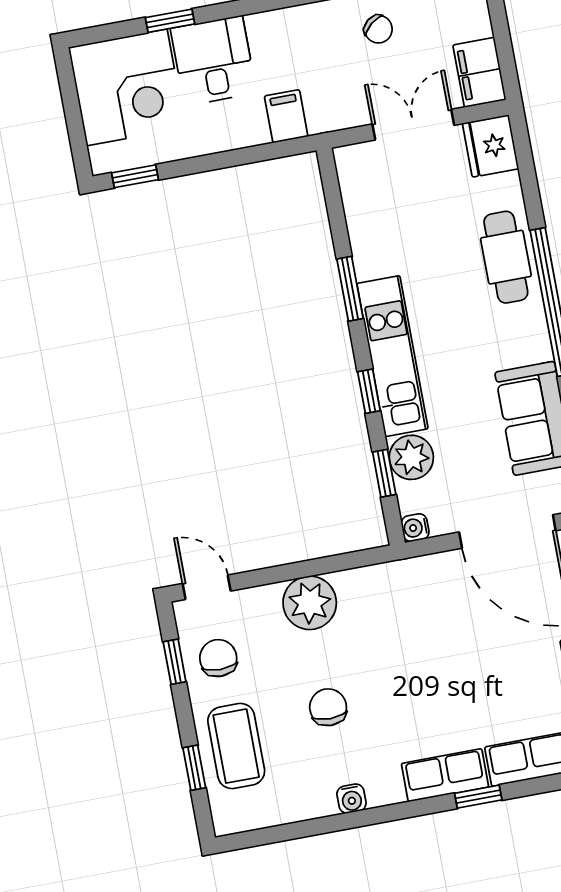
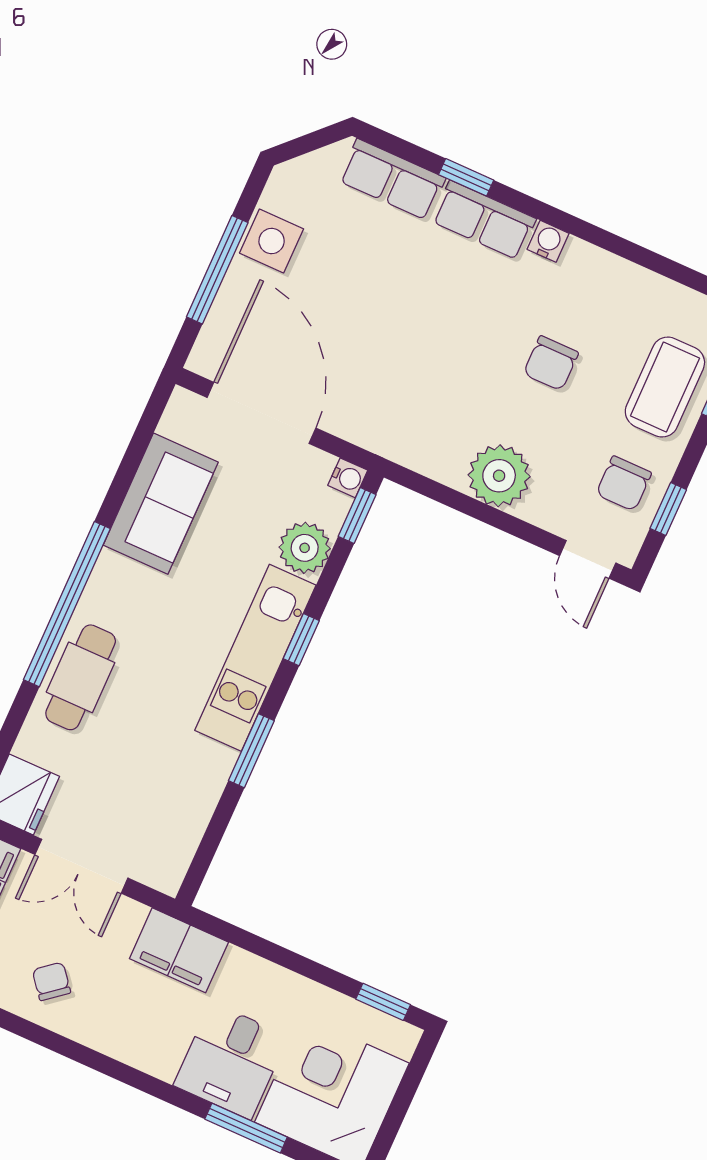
window: (170, 21) -> (246, 1128), width x1.50
filing cabinet: (286, 116) -> (179, 950), width x2.00
window: (384, 473) -> (357, 516), moved
water cooler: (351, 799) -> (548, 241), moved

